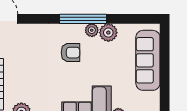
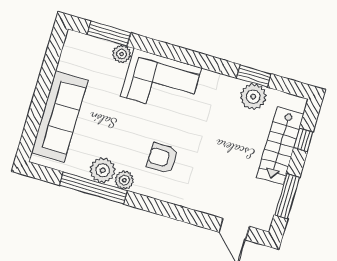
window: (83, 19) -> (94, 188), moved

